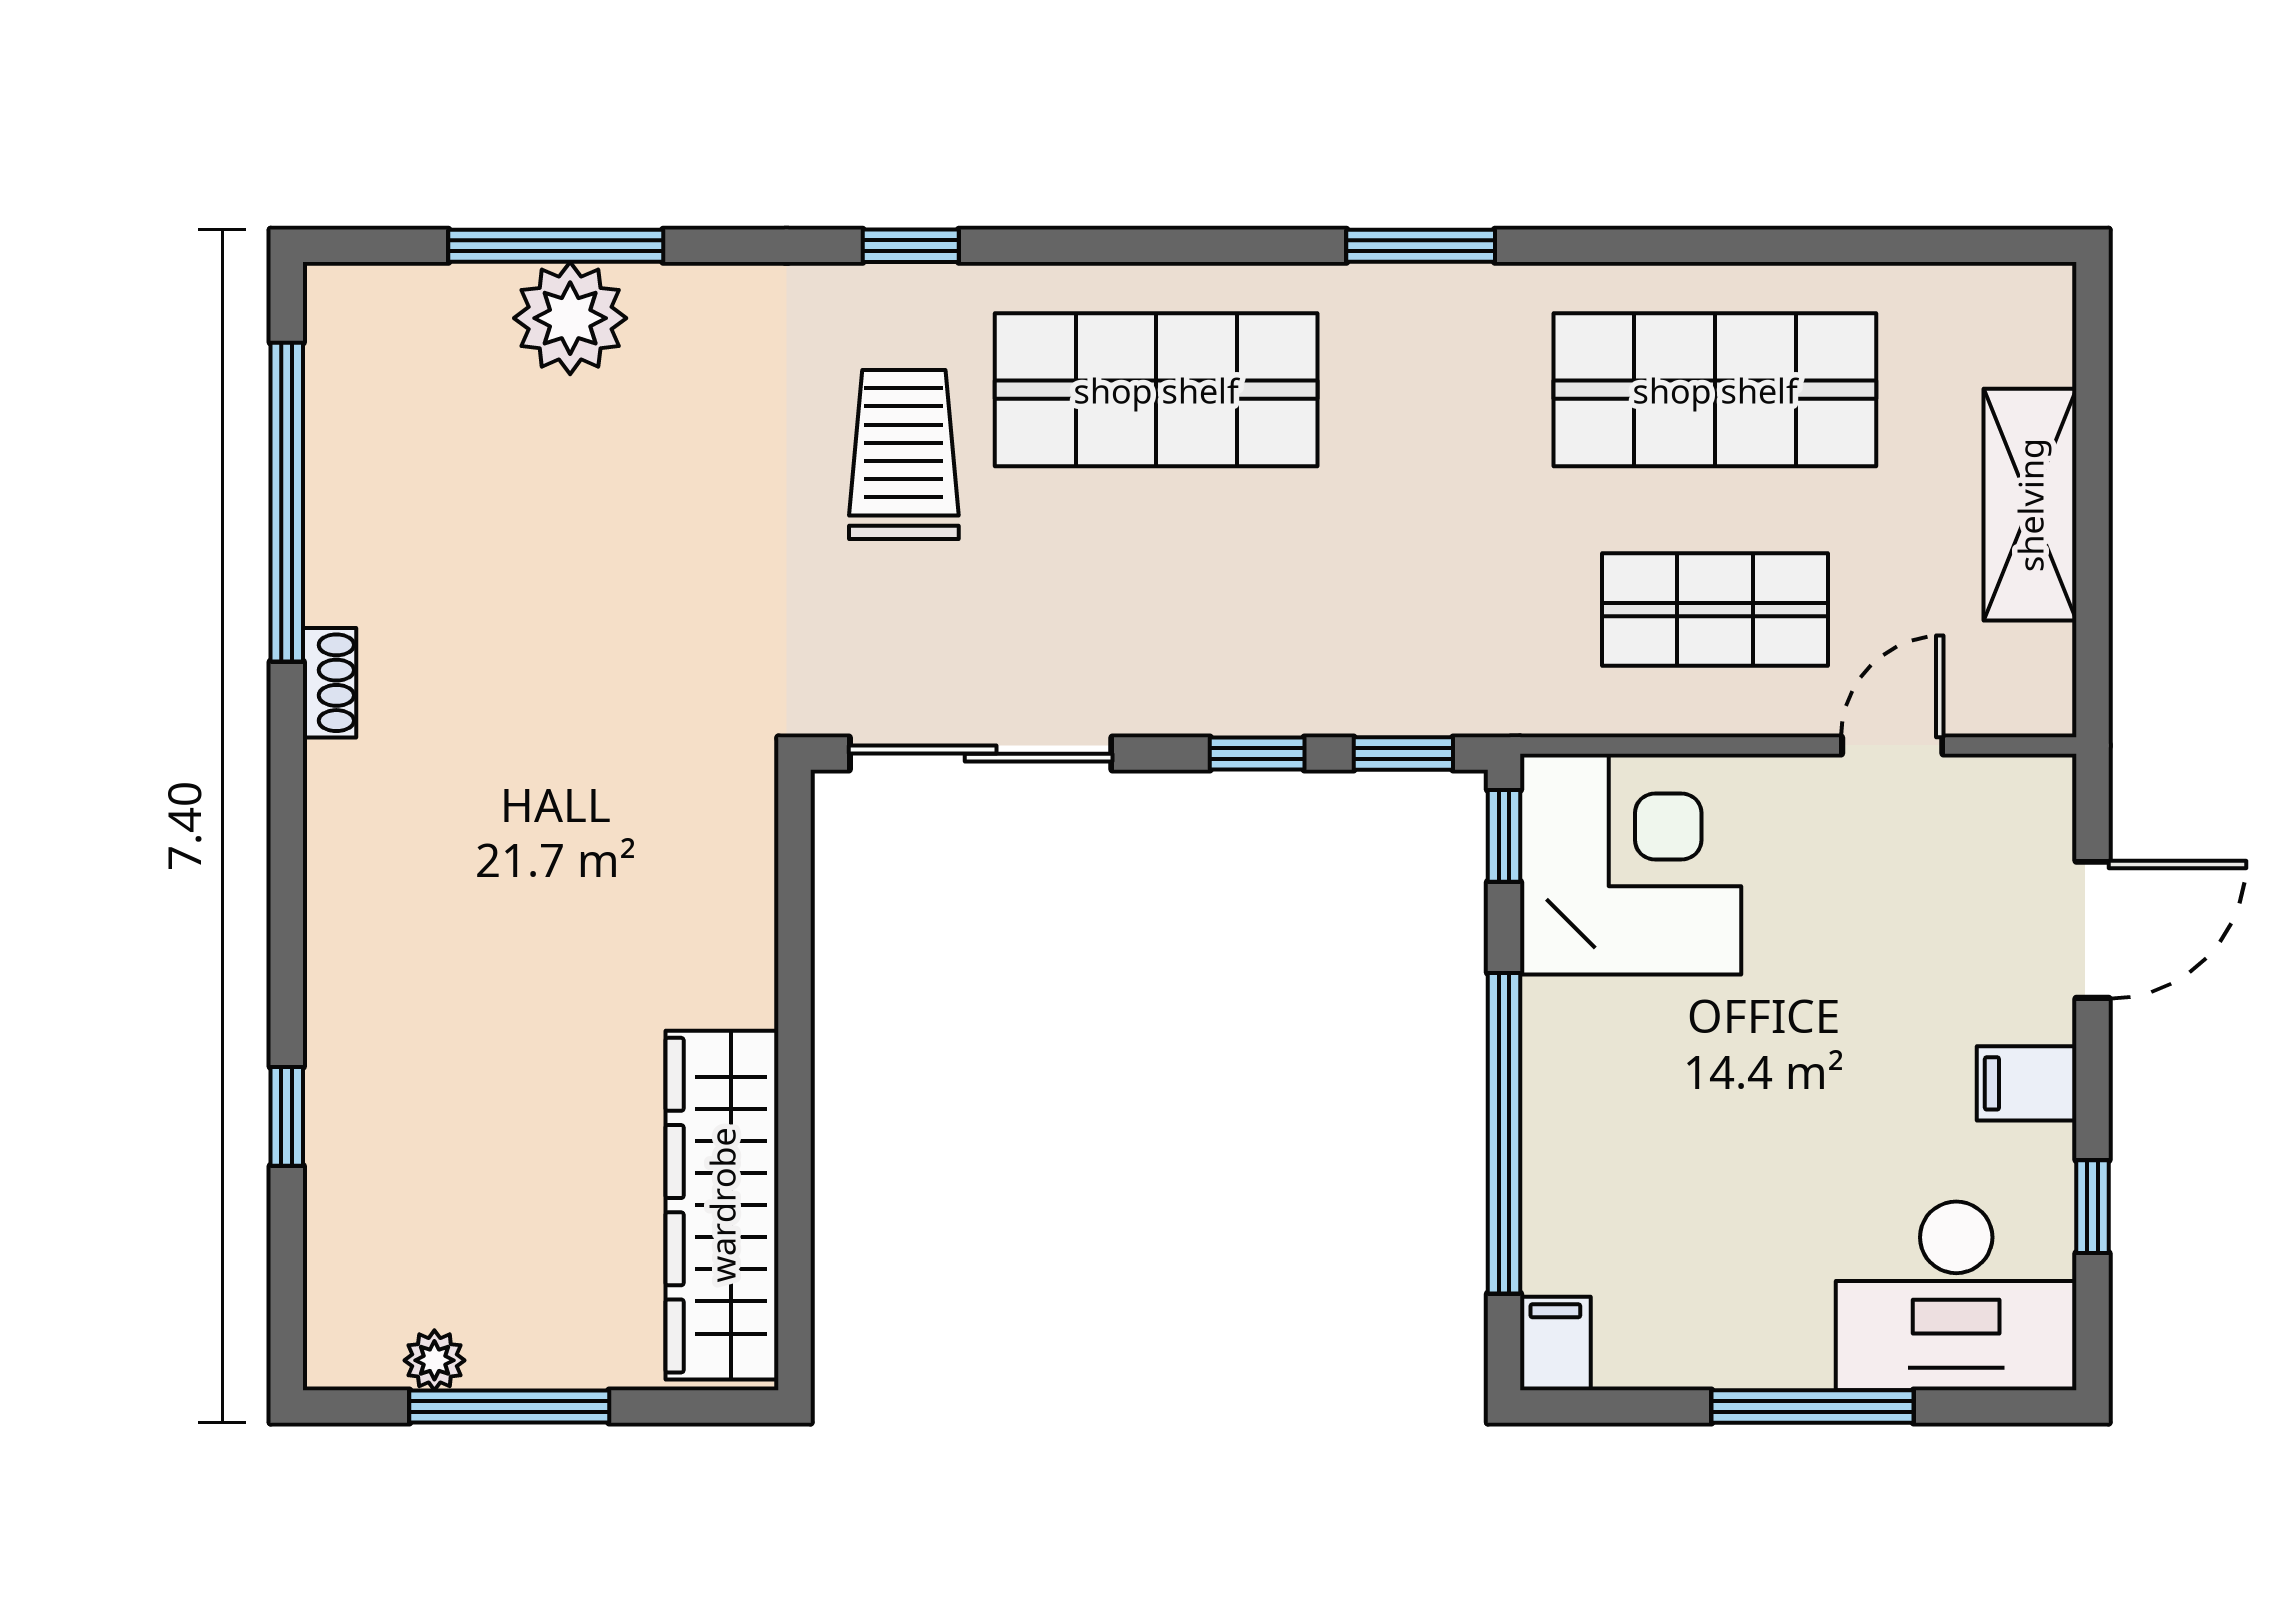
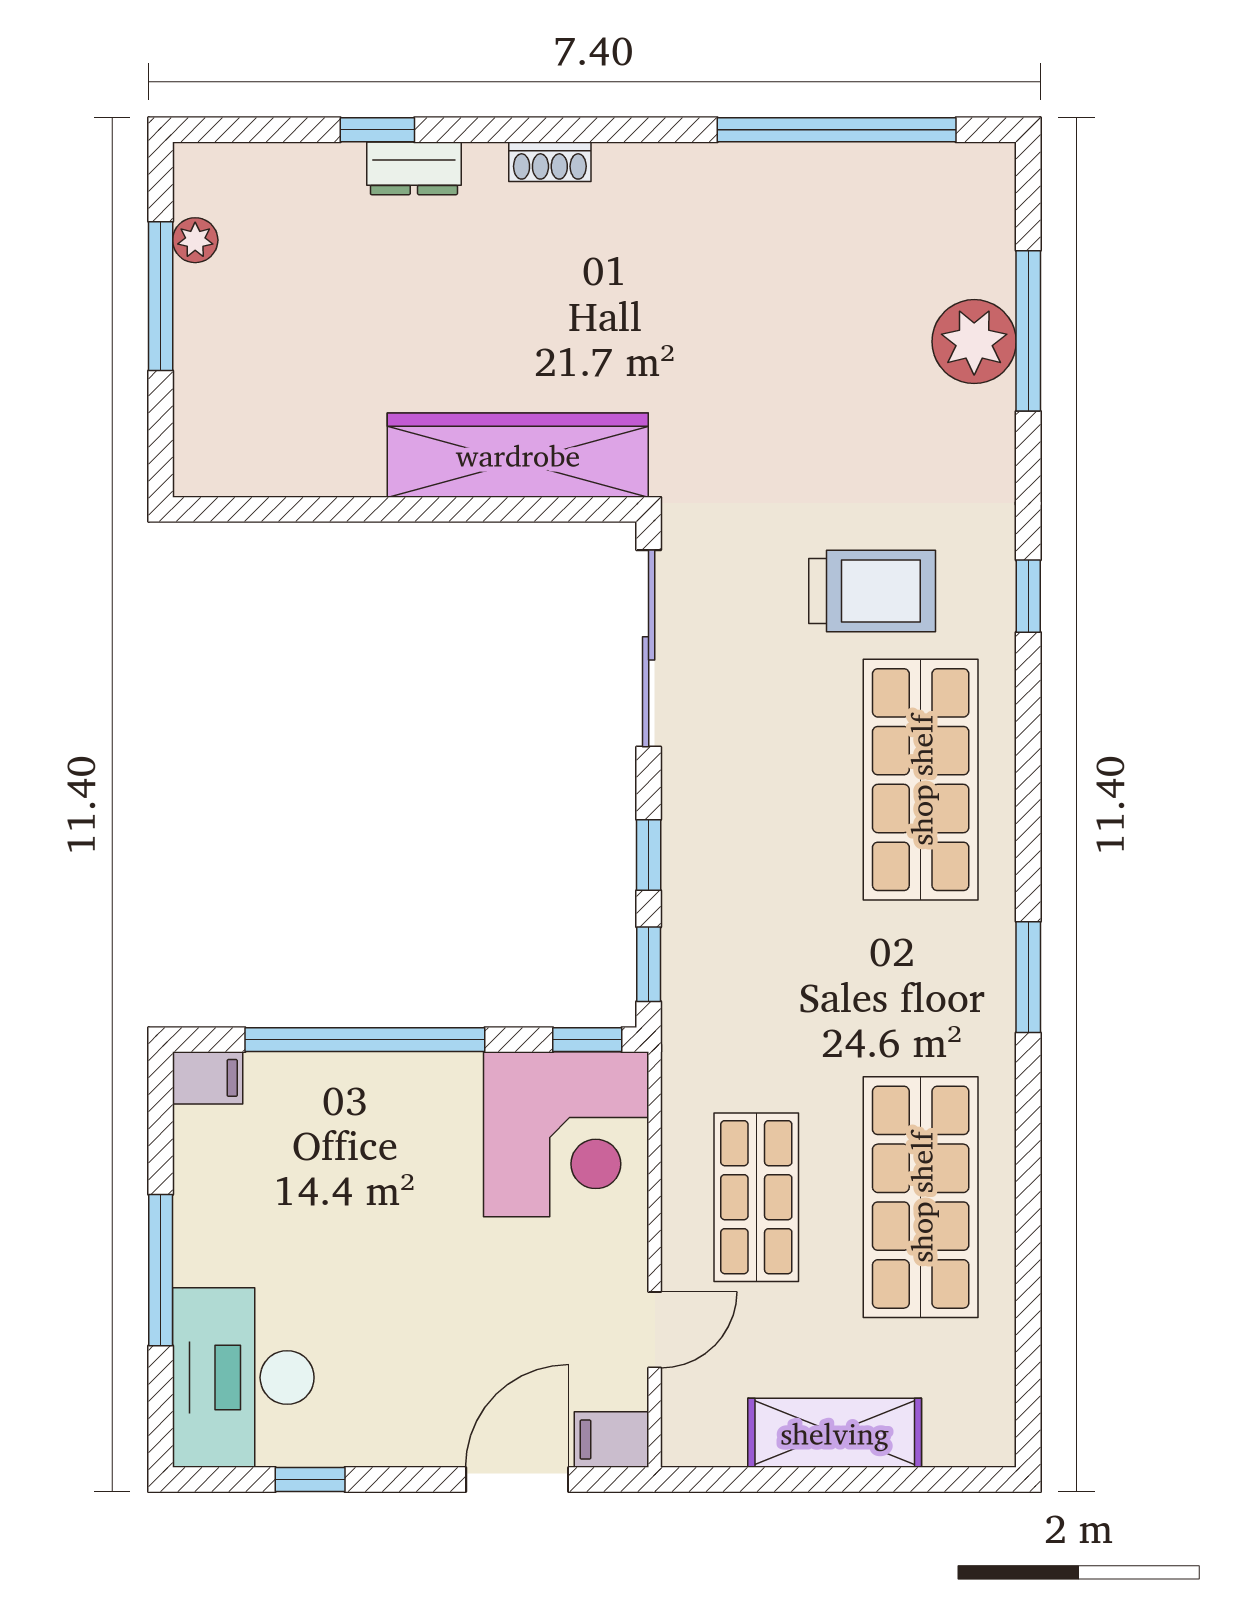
shoe rack: (329, 683) -> (550, 162), moved
door: (1892, 745) -> (655, 1330), hinge flipped
door: (2093, 930) -> (517, 1479), swing flipped
dresser: (338, 1068) -> (414, 168), added
filing cabinet: (2027, 1083) -> (611, 1440), moved, turned -90
wardrobe: (722, 1205) -> (518, 455), moved

